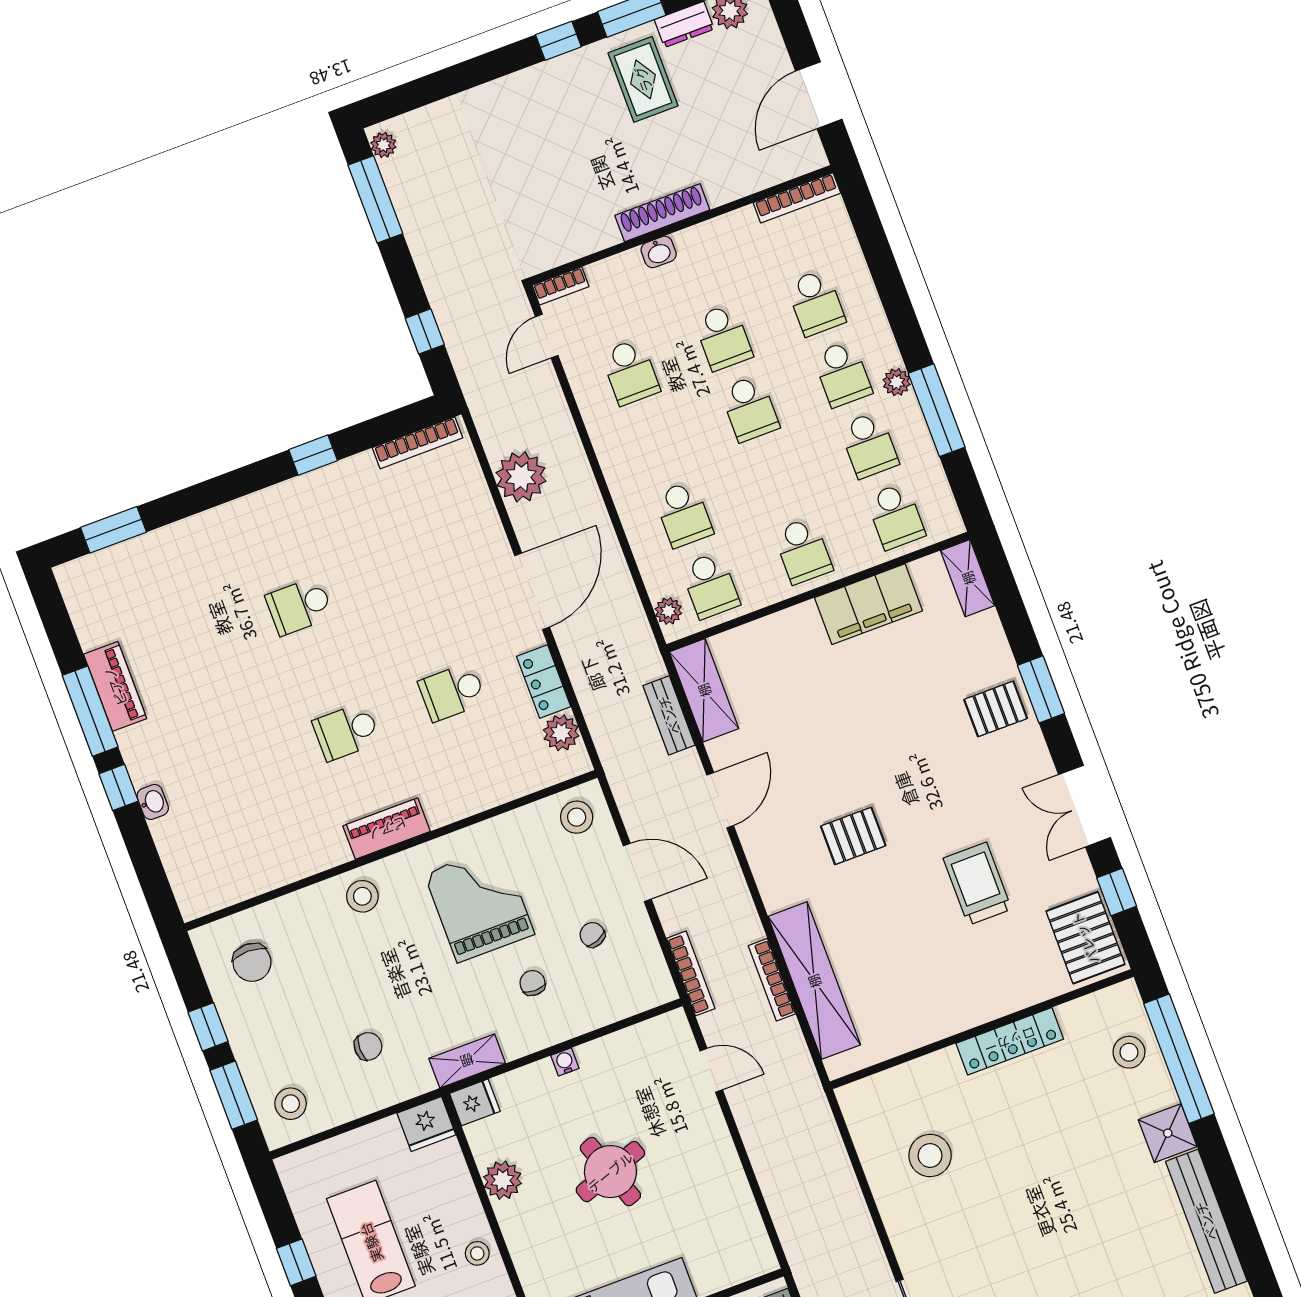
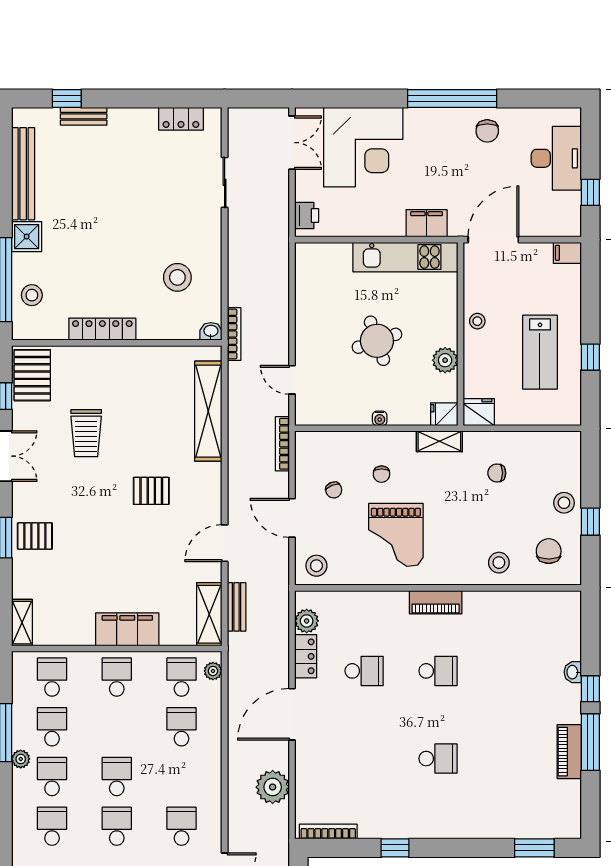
filing cabinet: (868, 604) -> (127, 629), moved
stool: (362, 896) -> (499, 563), moved
bookcase: (772, 980) -> (234, 334), moved
window: (234, 1095) -> (590, 474), removed
washbasin: (853, 1096) -> (211, 331), added
stool: (291, 1104) -> (564, 503), moved

